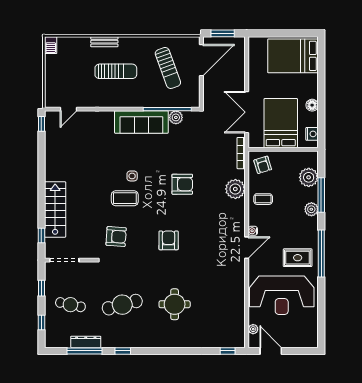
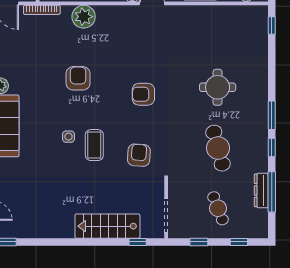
cafe table: (70, 305) -> (218, 208), turned -33
window: (150, 351) -> (272, 115), added

